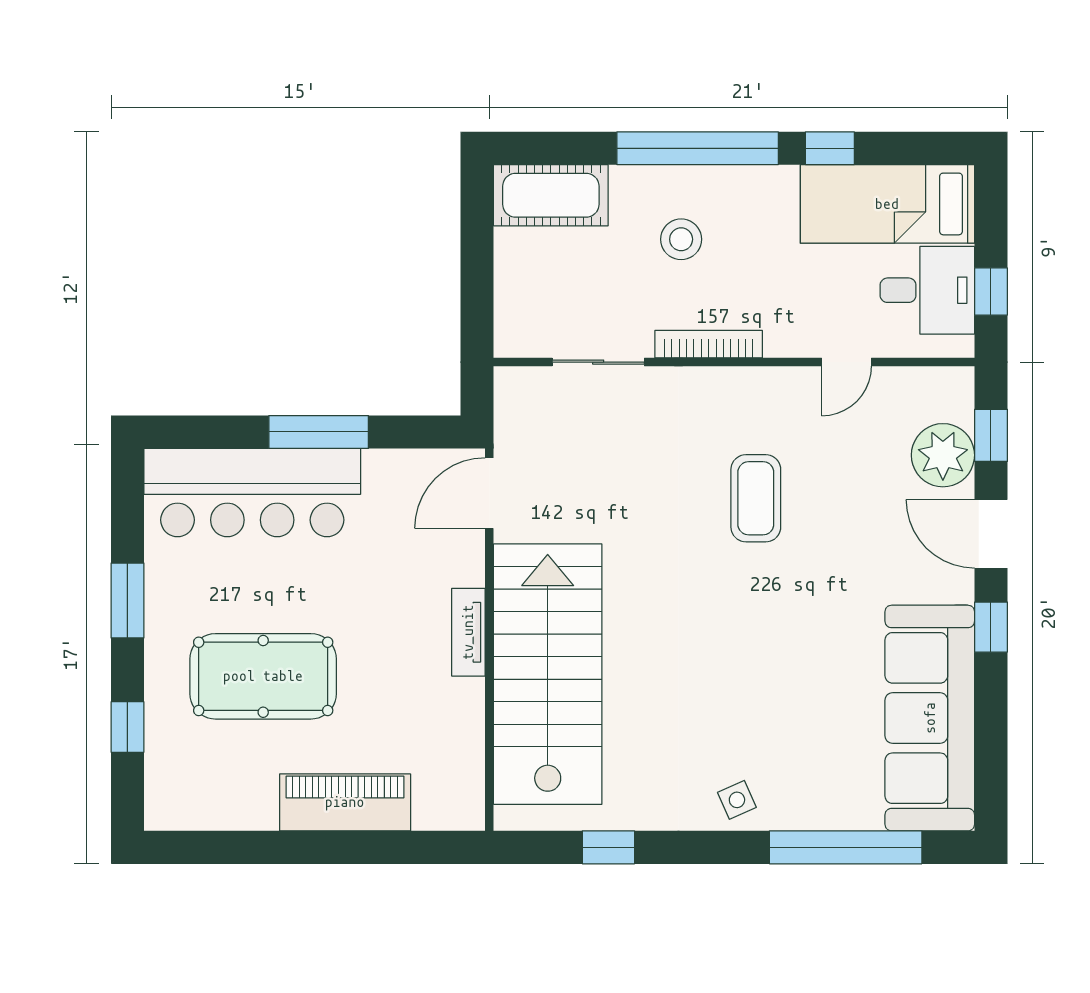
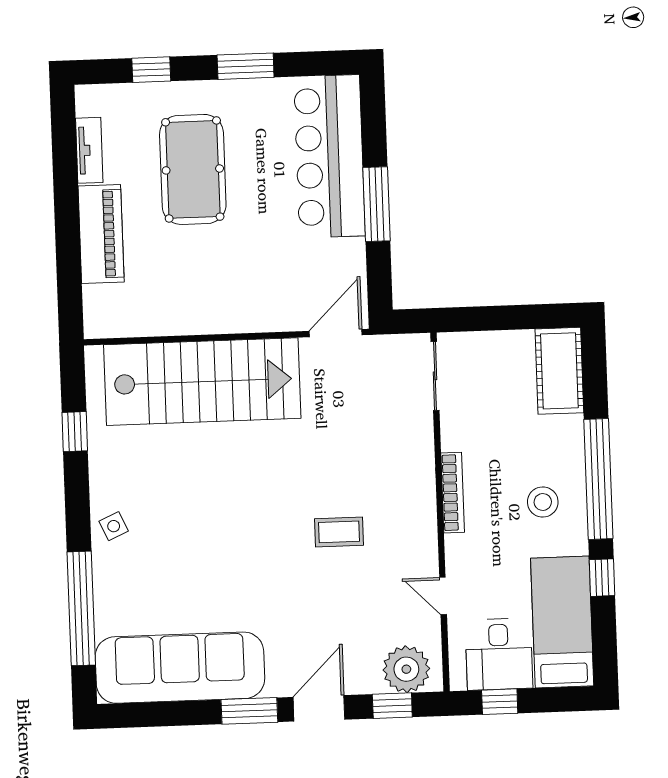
stool: (681, 239) -> (543, 502), moved
sliding door: (598, 362) -> (435, 376), moved
plant: (943, 455) -> (406, 669), moved
door: (489, 493) -> (336, 333), hinge flipped
coffee table: (756, 498) -> (339, 532), width x0.73, depth x0.77
window: (991, 627) -> (249, 711), width x1.50
tv unit: (468, 632) -> (89, 150), moved, turned 90

